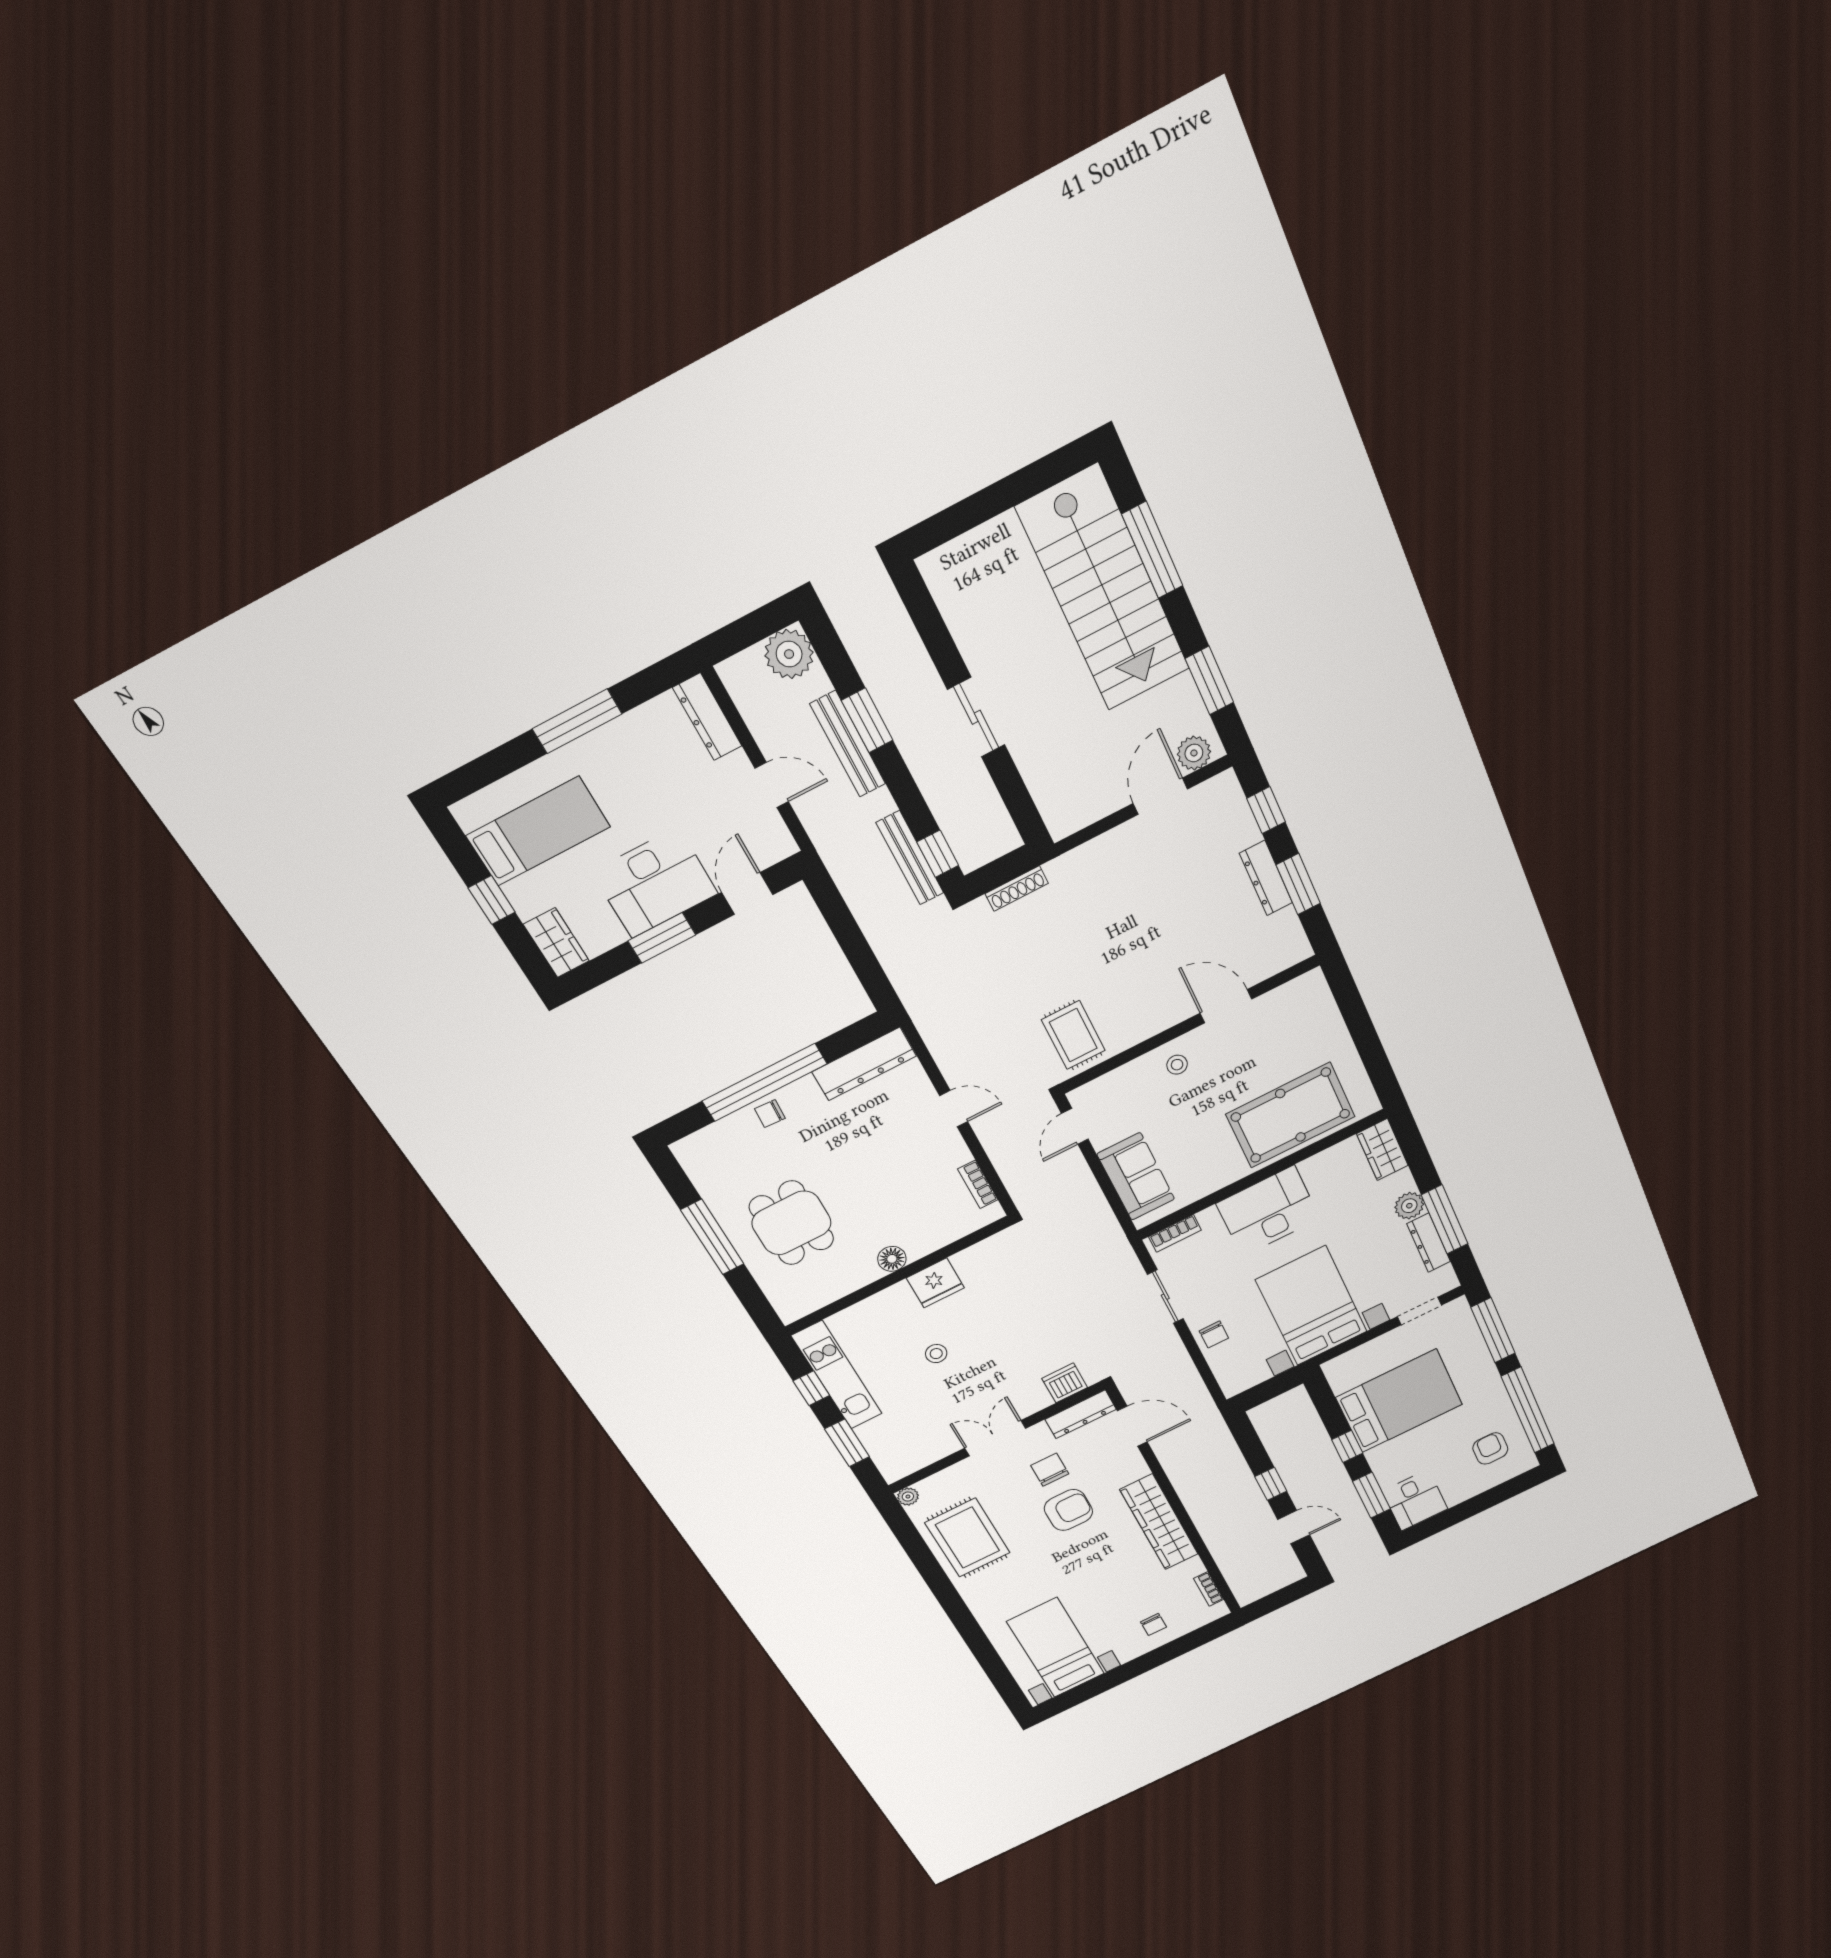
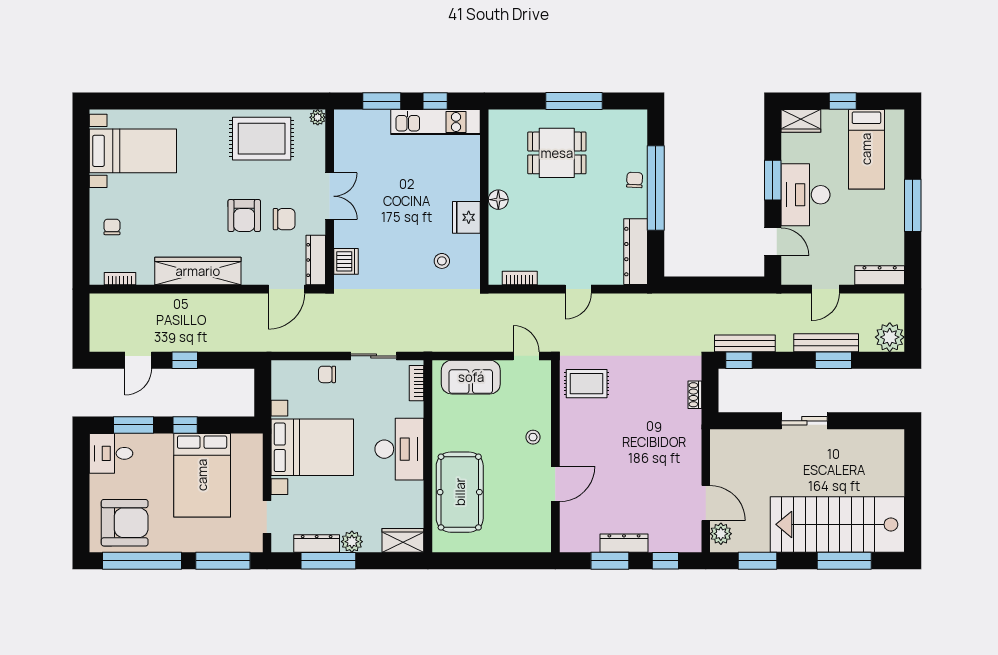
shoe rack: (1017, 888) -> (695, 395), width x0.70
stool: (936, 1354) -> (442, 261), moved
armchair: (1490, 1448) -> (125, 523), width x1.88, depth x1.88
chair: (1153, 1624) -> (112, 227), turned 90

